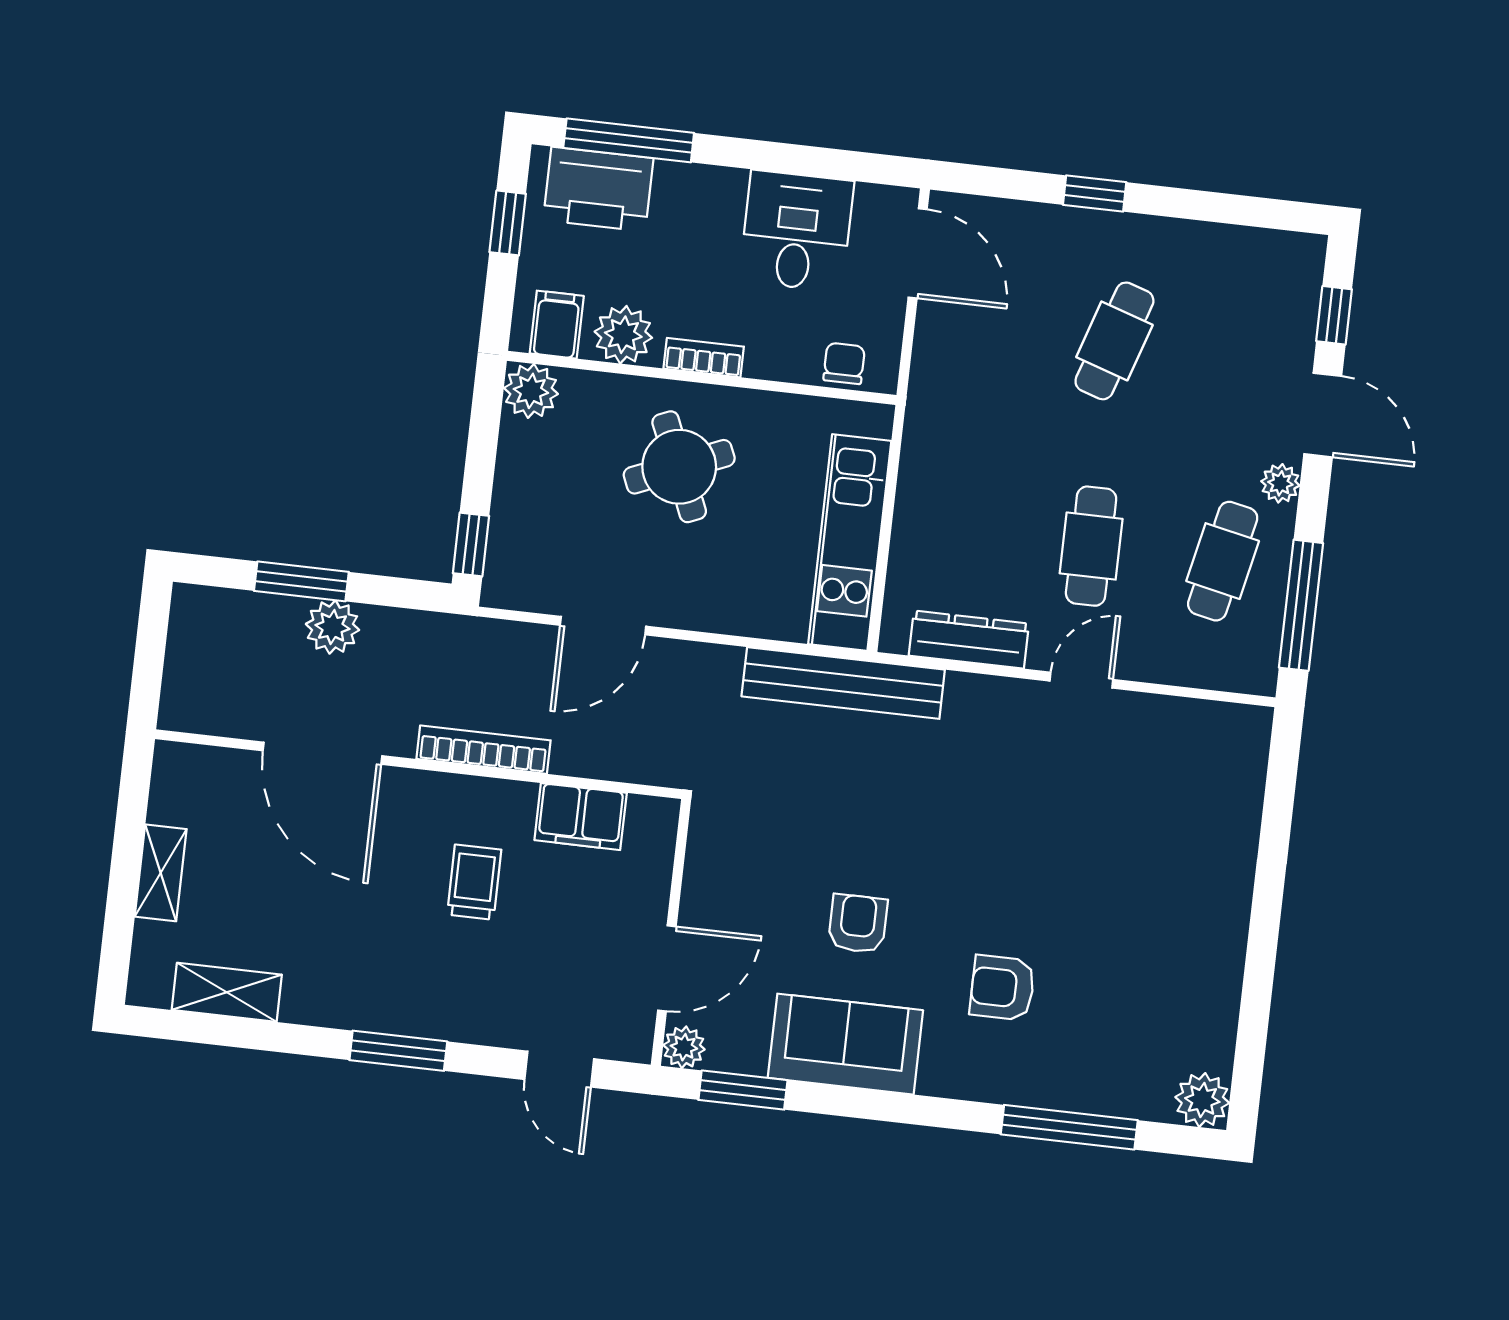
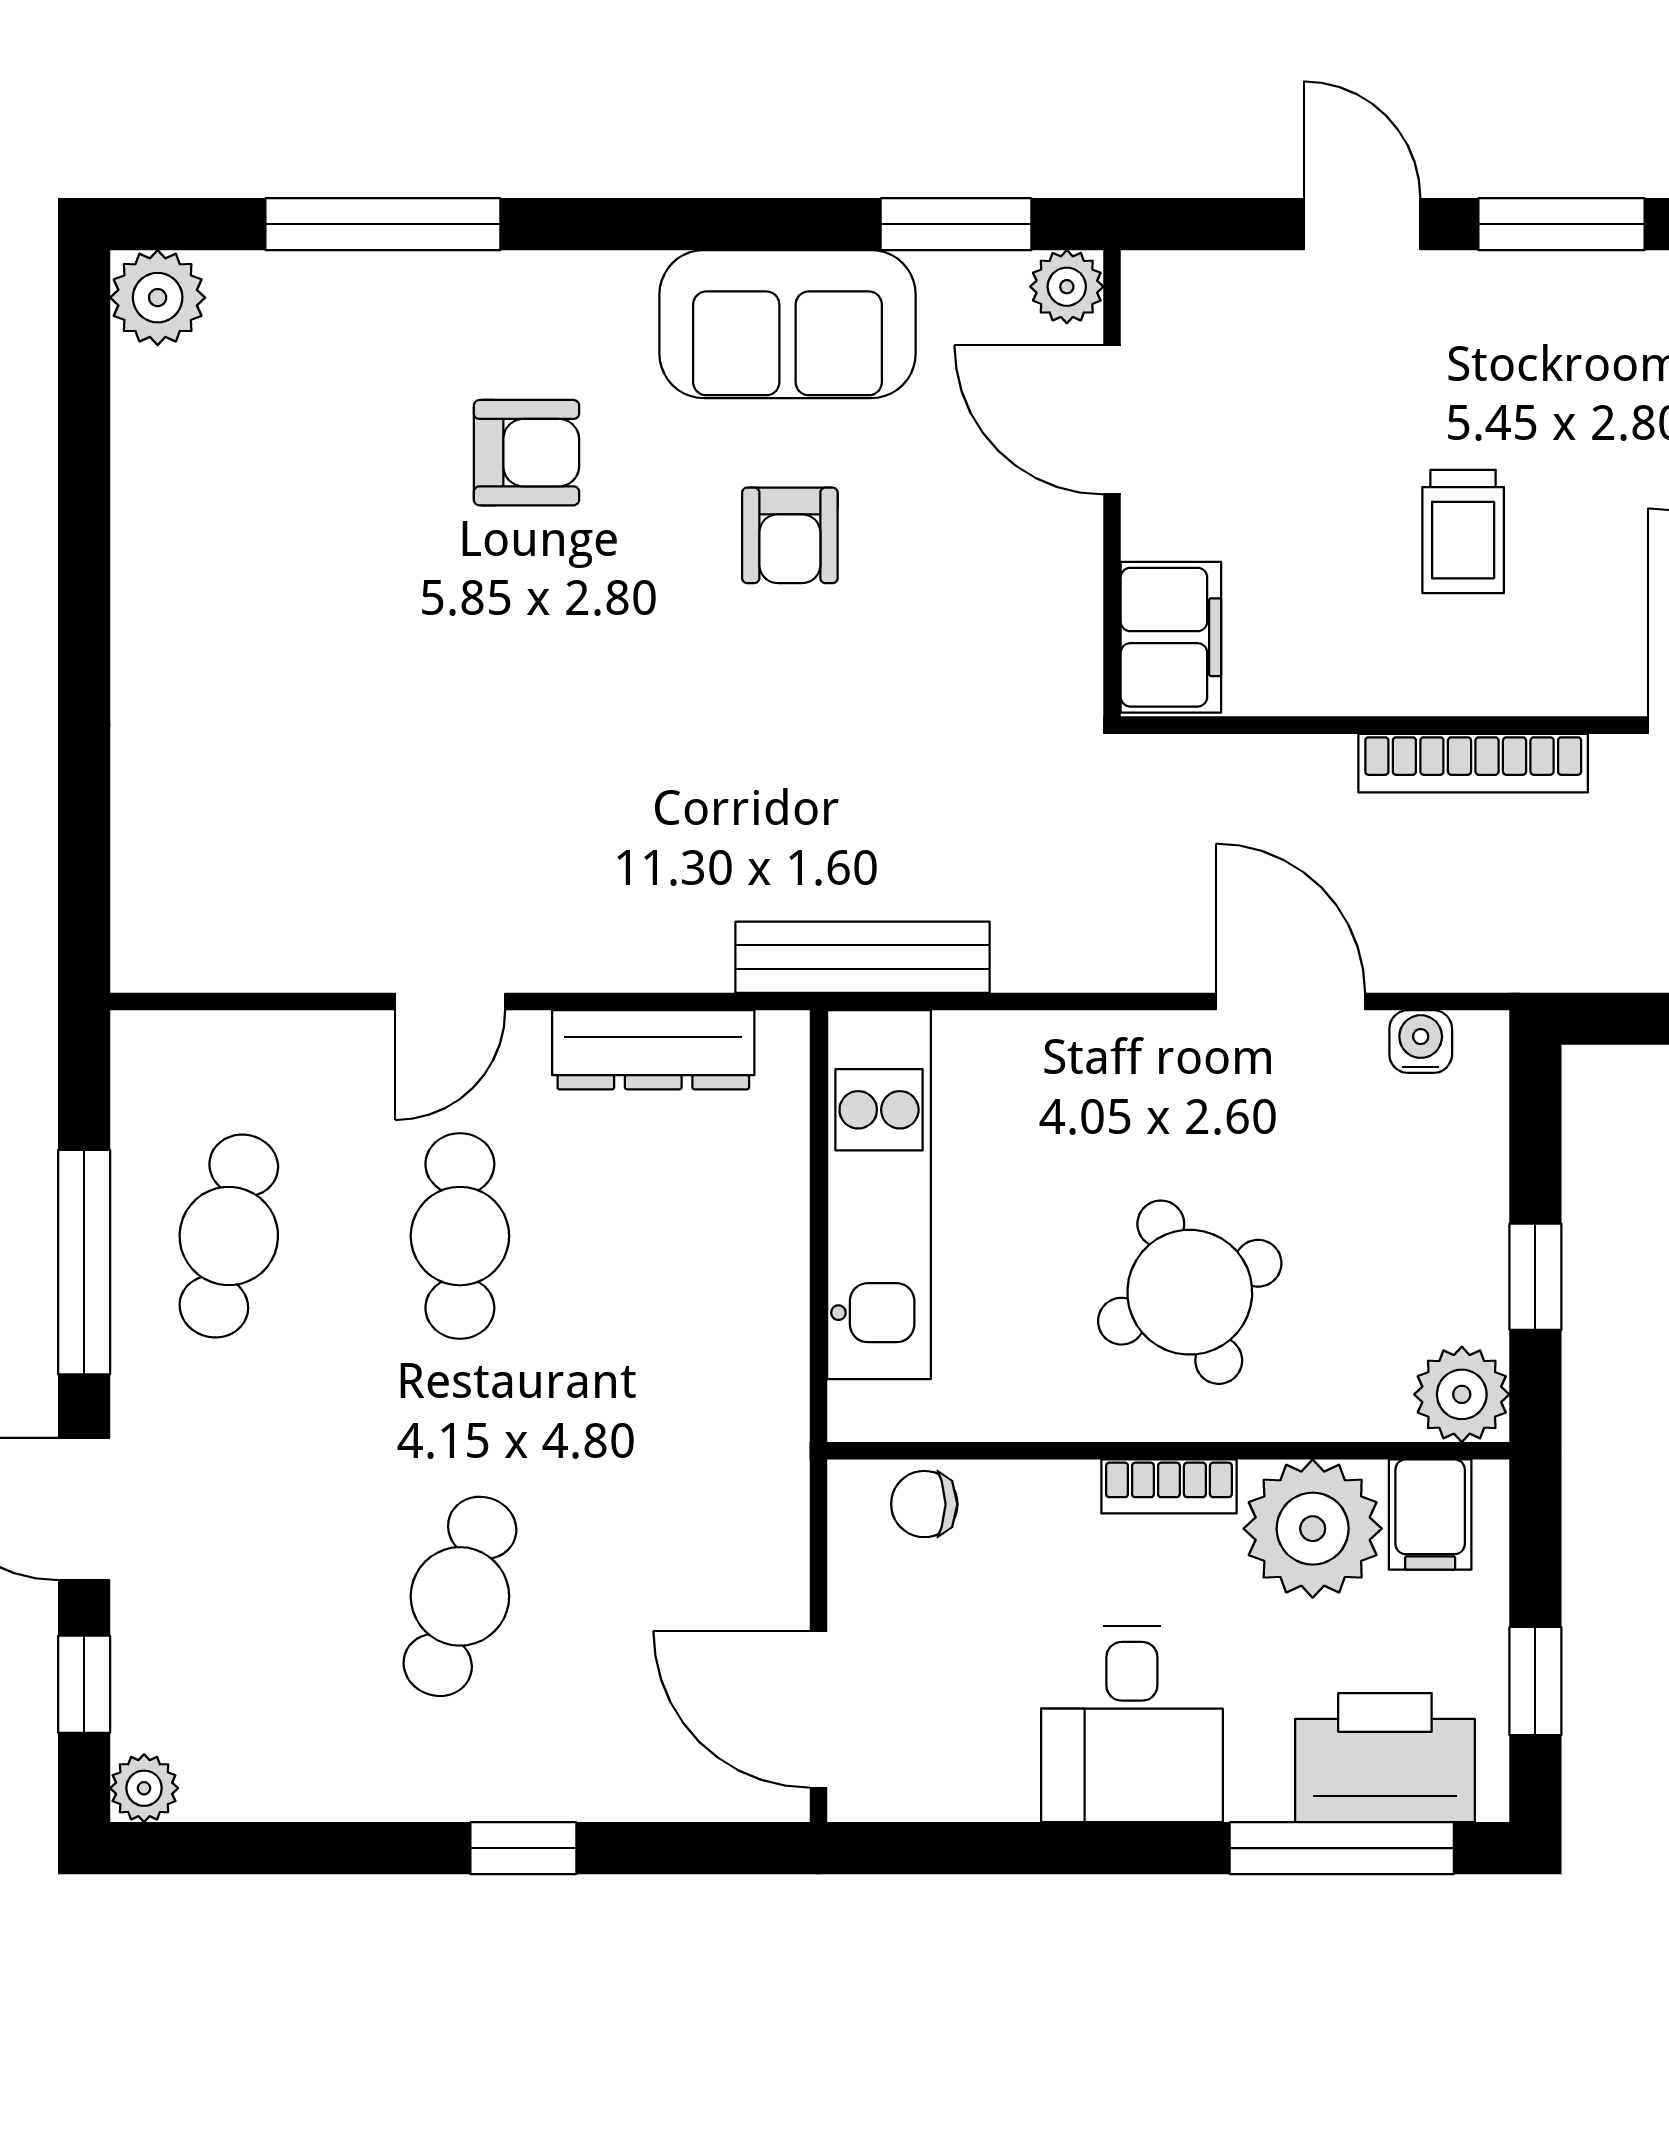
desk: (797, 231) -> (1132, 1724), moved
plant: (623, 335) -> (1313, 1529), width x1.36, depth x1.36
chair: (844, 363) -> (924, 1504), turned 90
plant: (1280, 483) -> (144, 1788), moved
window: (471, 545) -> (1535, 1277), moved
water cooler: (531, 594) -> (1421, 1042), added
window: (1301, 605) -> (84, 1262), moved
door: (603, 626) -> (1290, 1002), hinge flipped
bench: (843, 683) -> (863, 957), width x0.73, depth x0.82
filing cabinet: (581, 817) -> (1171, 637), moved, turned 90
door: (667, 968) -> (1112, 420), hinge flipped
door: (559, 1069) -> (1362, 224), moved

